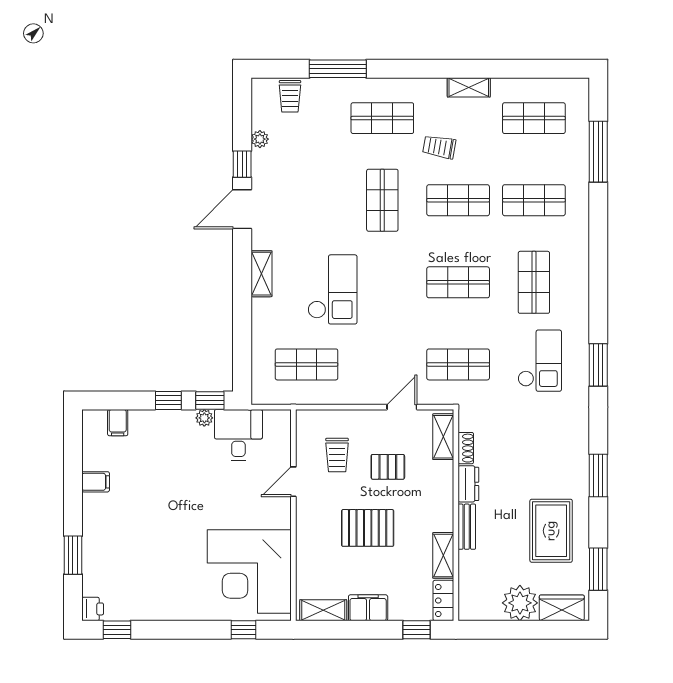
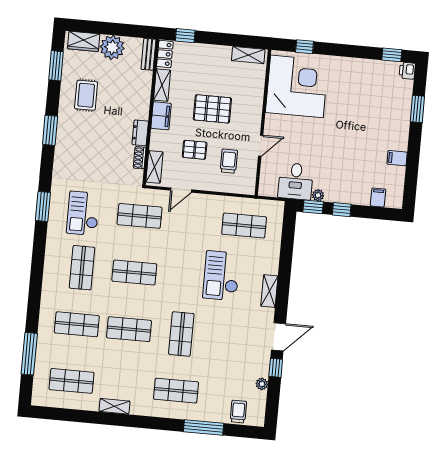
trolley: (439, 147) -> (139, 367), removed
bench: (467, 527) -> (149, 54), moved
rug: (551, 531) -> (86, 95), width x0.73, depth x0.70
filing cabinet: (368, 608) -> (161, 116), moved, turned -90

